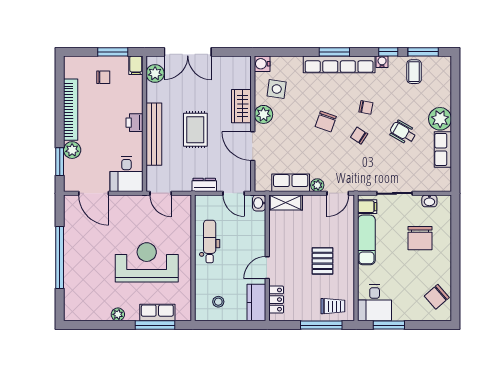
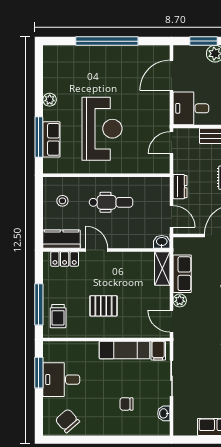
door: (234, 193) -> (172, 216), swing flipped
chair: (420, 238) -> (126, 404), width x0.54, depth x0.54
dental chair: (210, 242) -> (111, 202), moved
desk: (375, 303) -> (61, 380), moved

